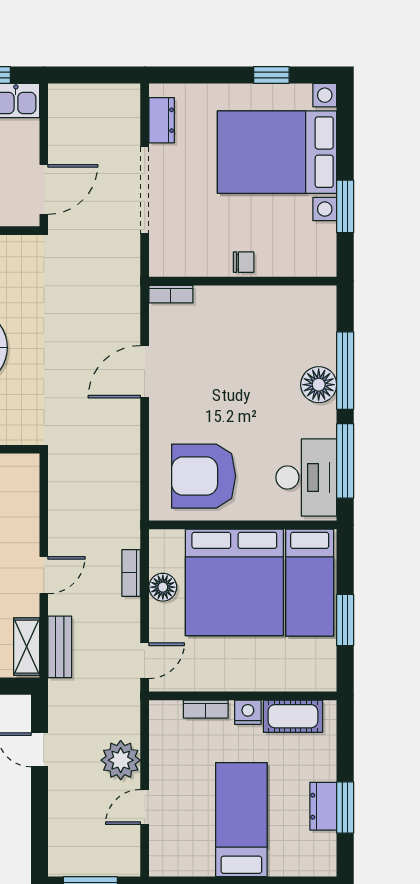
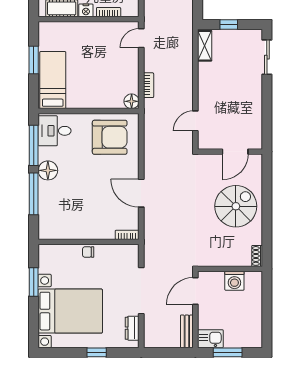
window: (271, 75) -> (97, 352), moved
door: (145, 372) -> (141, 193), swing flipped
floor lamp: (319, 385) -> (48, 170), moved
desk: (306, 478) -> (55, 131), width x0.73
door: (44, 575) -> (195, 121), moved
bed: (234, 582) -> (93, 80), removed
floor lamp: (163, 587) -> (132, 101), moved
bench: (60, 647) -> (187, 331), moved

